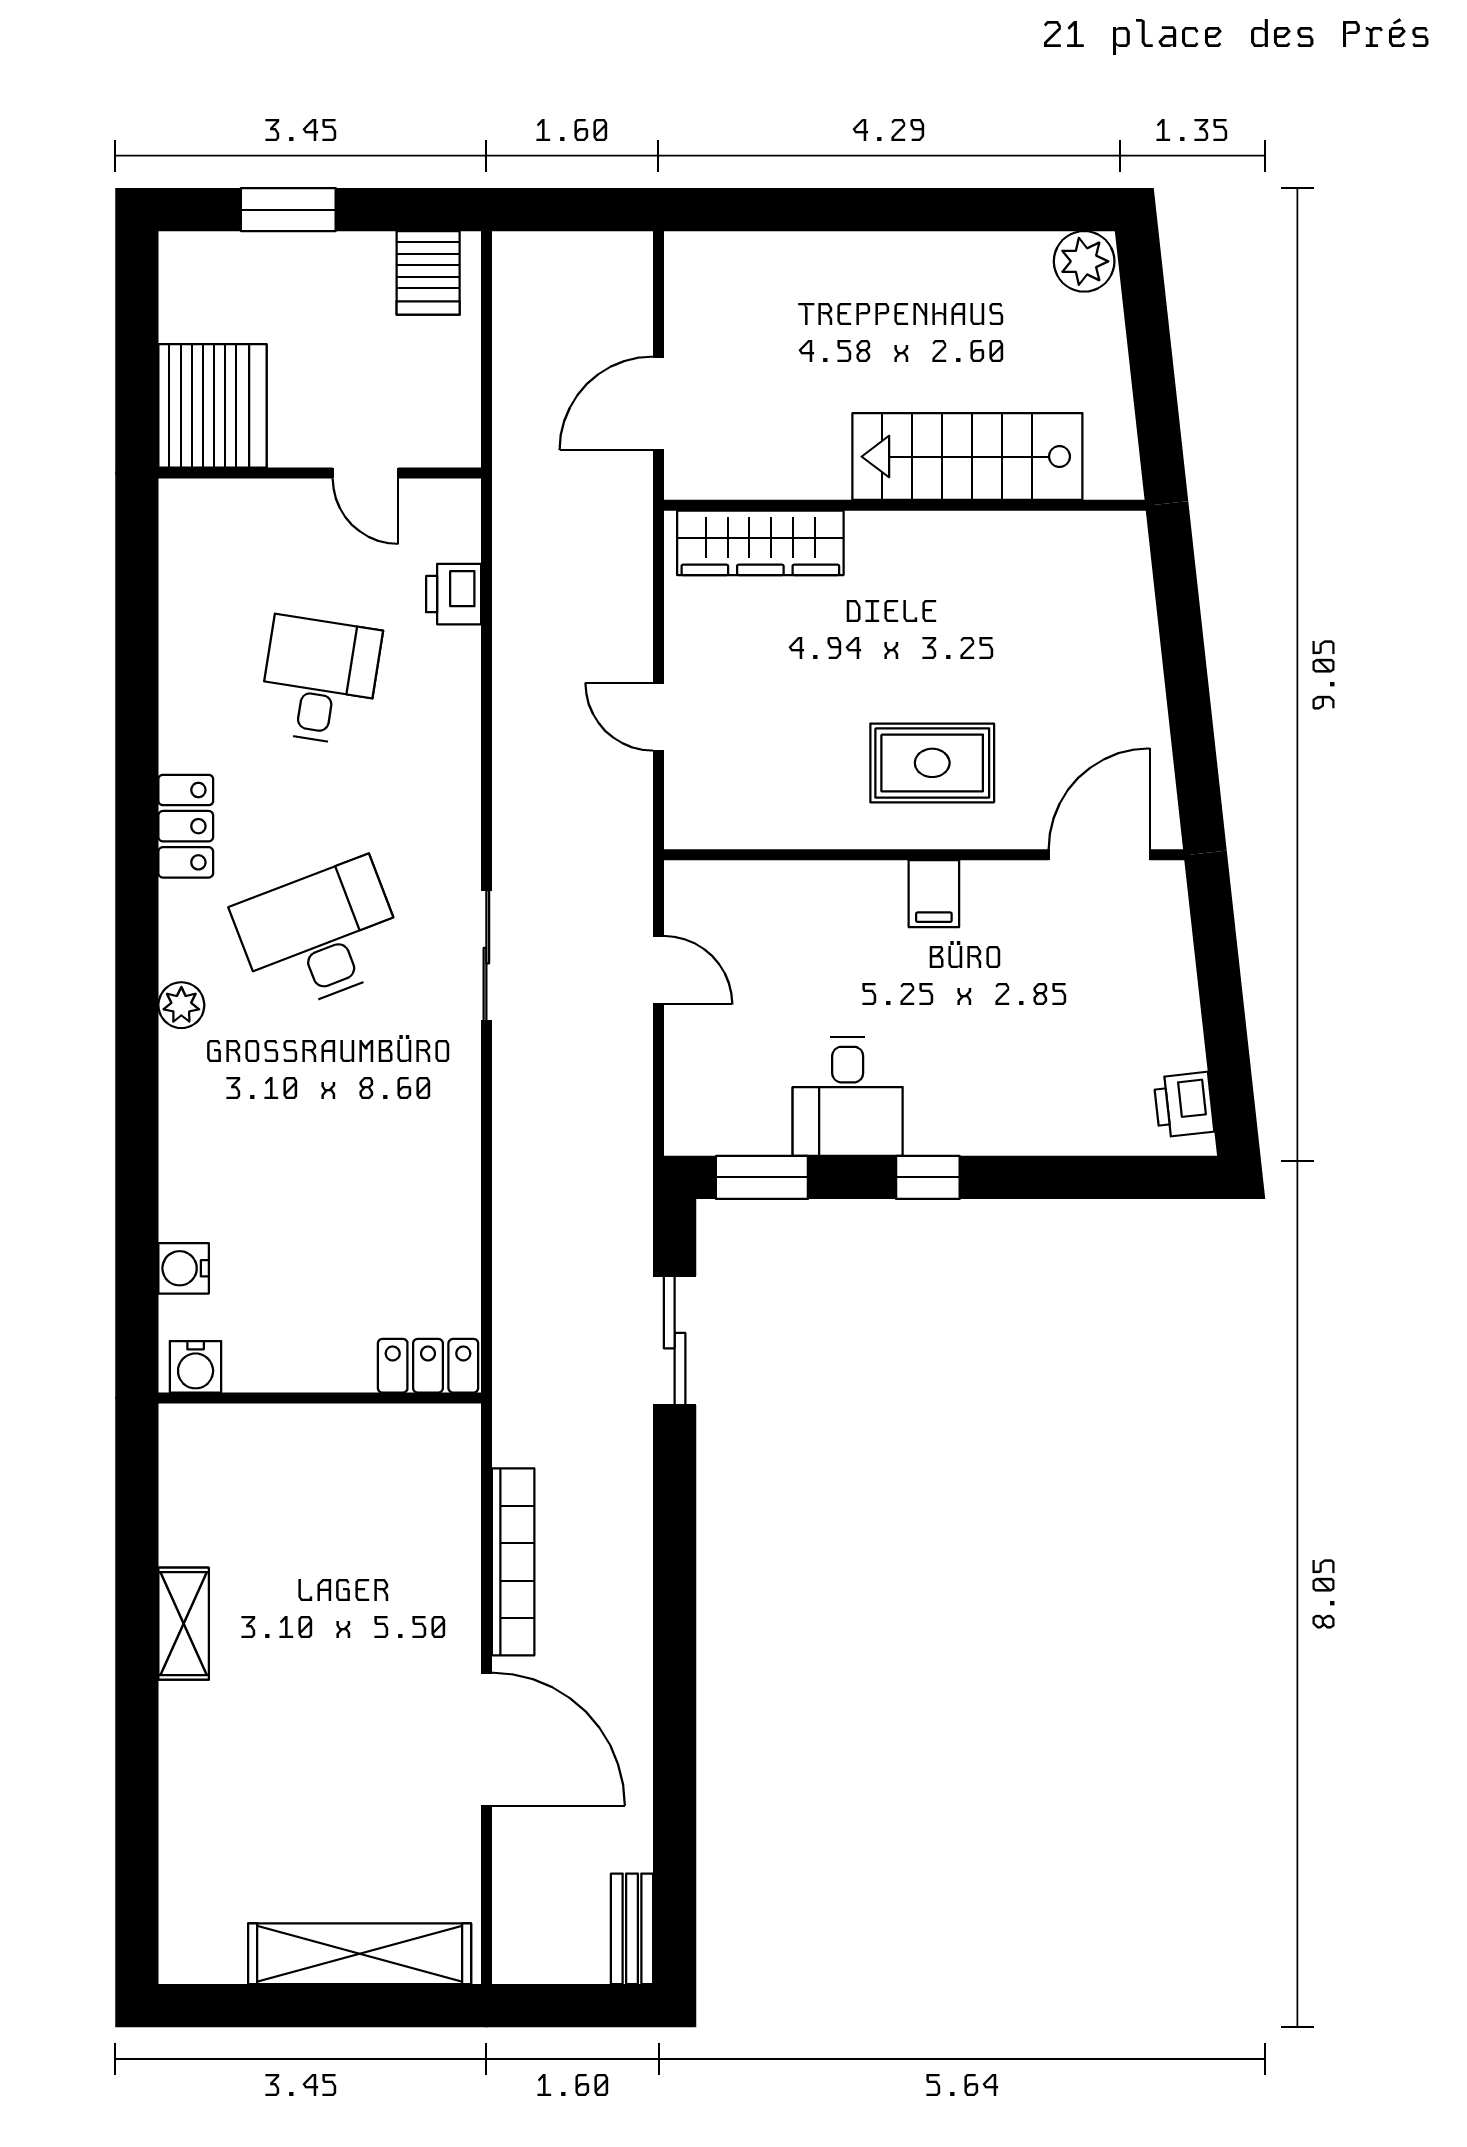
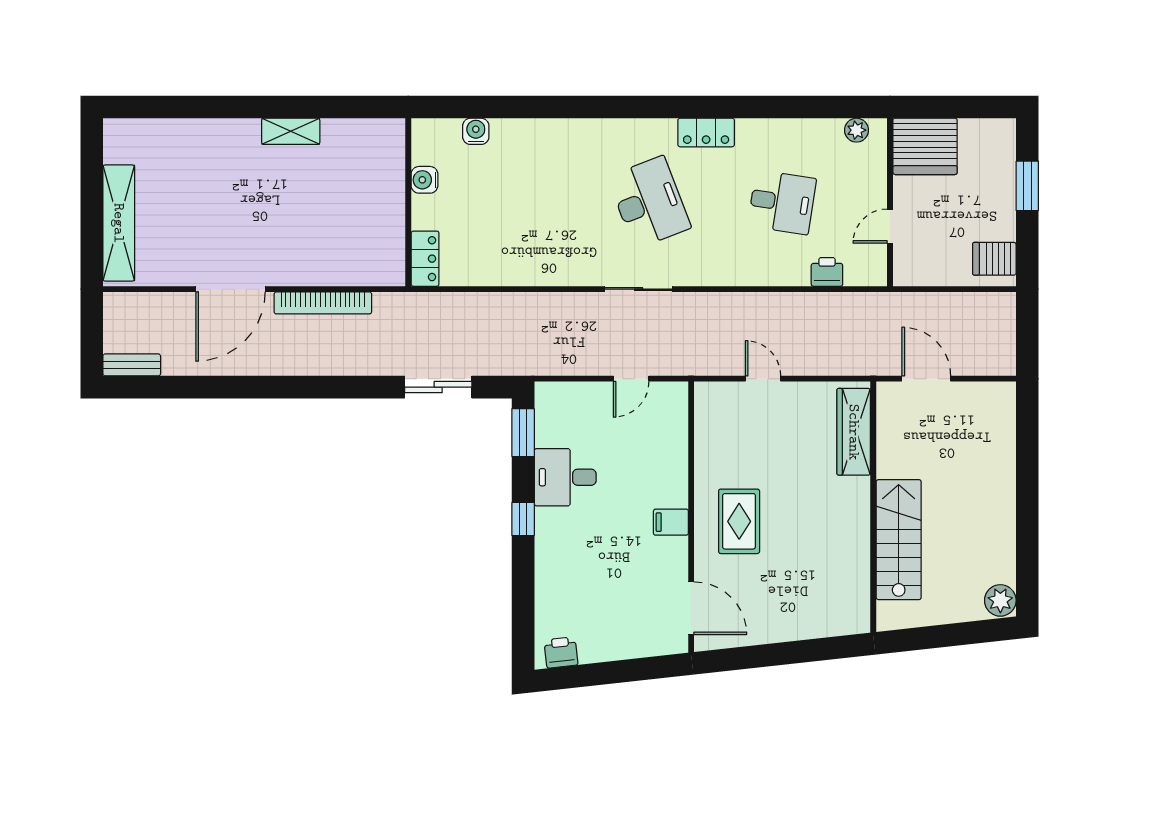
door: (658, 717) -> (763, 379), hinge flipped
plant: (181, 1005) -> (856, 130), moved
water cooler: (196, 1367) -> (424, 180), moved

